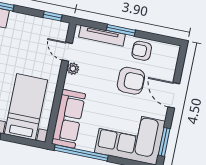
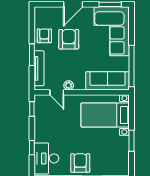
armchair: (142, 51) -> (44, 36), turned 180
door: (67, 52) -> (57, 92), hinge flipped

